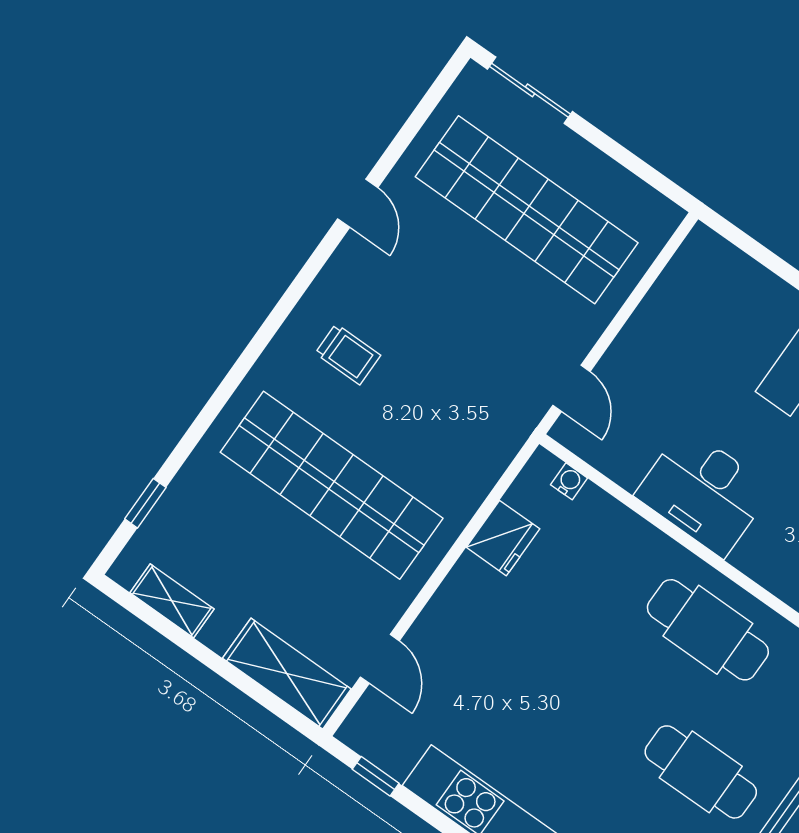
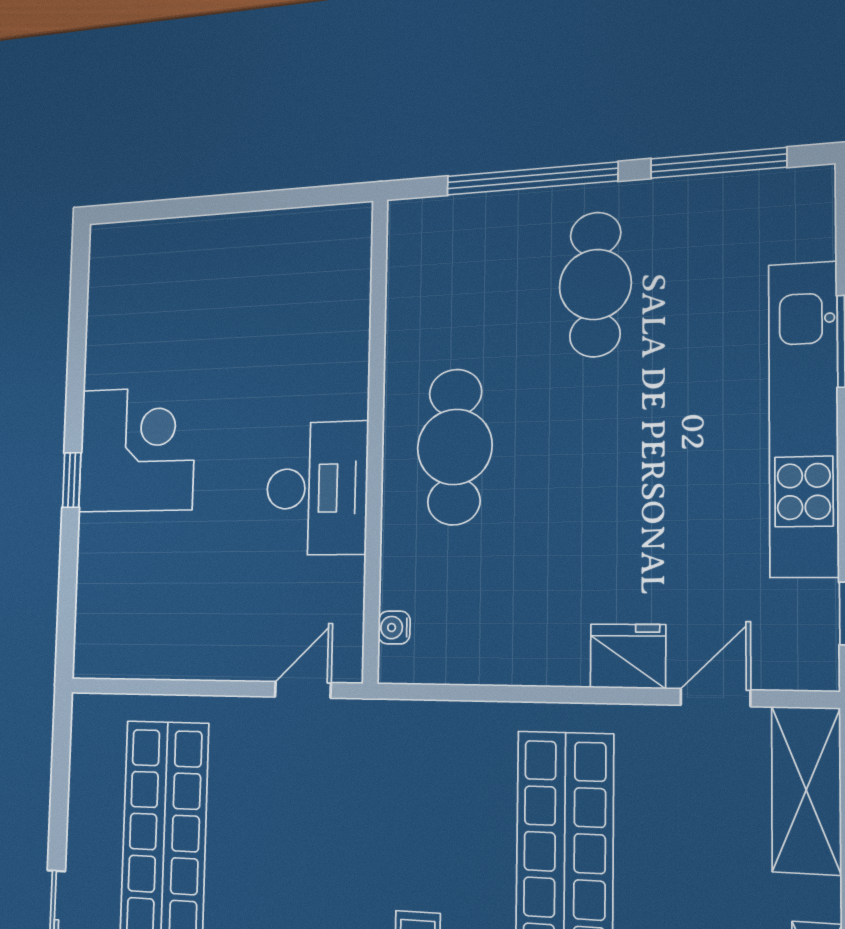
fridge: (503, 538) -> (628, 656), moved
cafe table: (708, 630) -> (455, 447), moved

